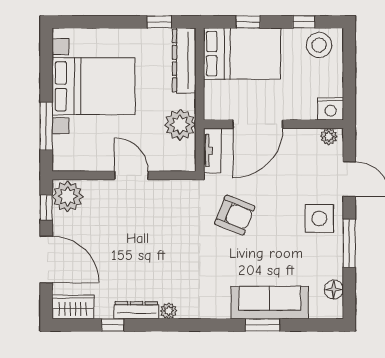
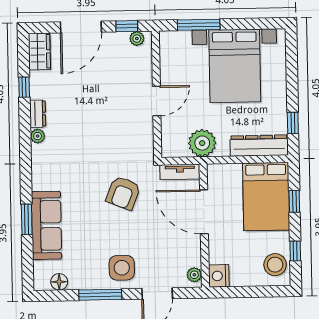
plant: (68, 196) -> (137, 39), width x0.53, depth x0.53
dresser: (136, 310) -> (38, 114), width x0.70

